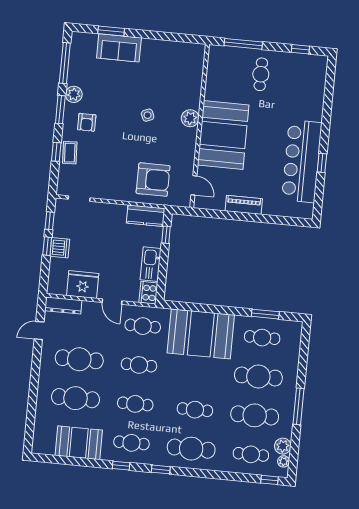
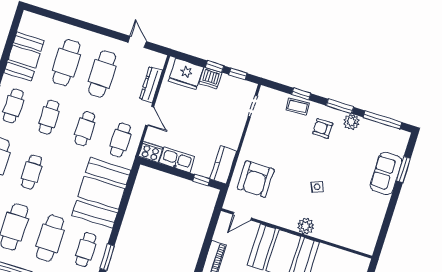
fridge: (83, 285) -> (186, 74), moved, turned 90
door: (112, 302) -> (150, 116), swing flipped
dresser: (63, 305) -> (151, 85), moved

